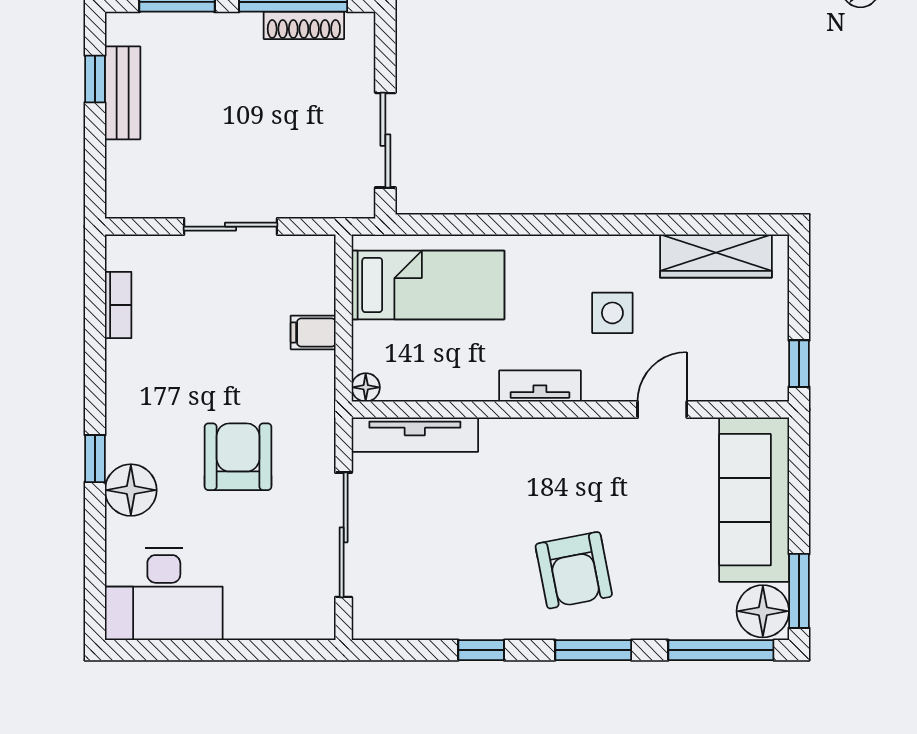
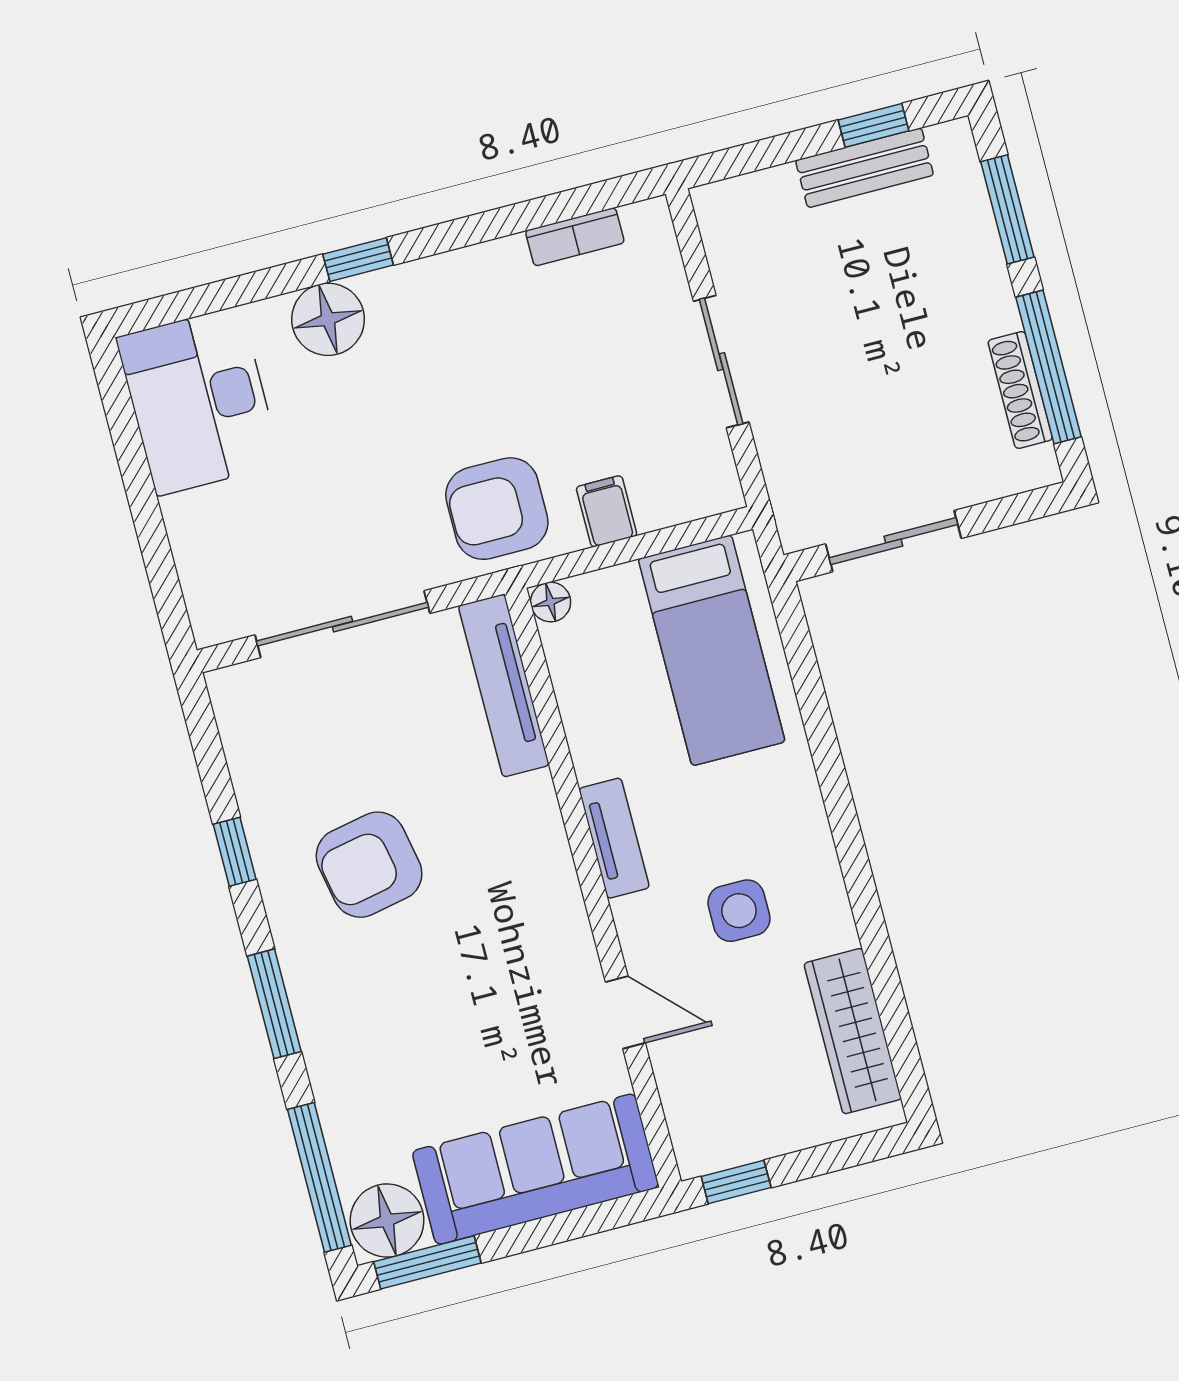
armchair: (238, 457) -> (497, 509), moved, turned 180
armchair: (574, 570) -> (369, 865), moved

